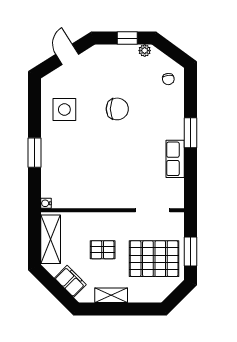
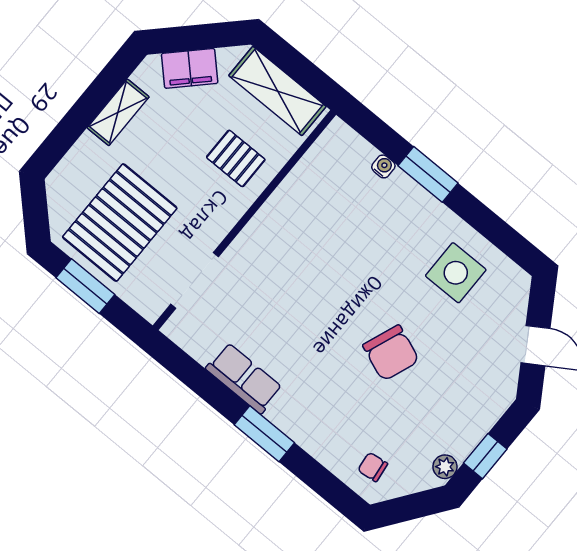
chair: (117, 109) -> (391, 353), turned -69
water cooler: (46, 203) -> (383, 166), moved
pallet: (103, 250) -> (236, 158), moved, turned 90

